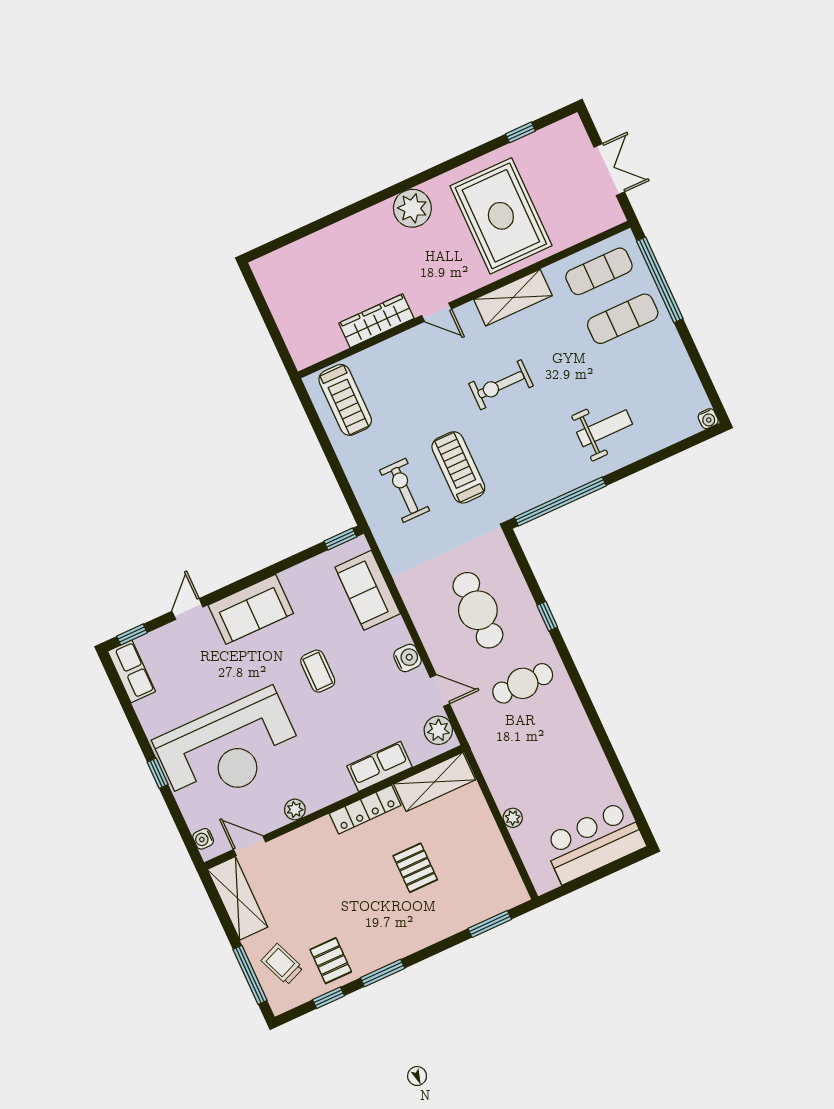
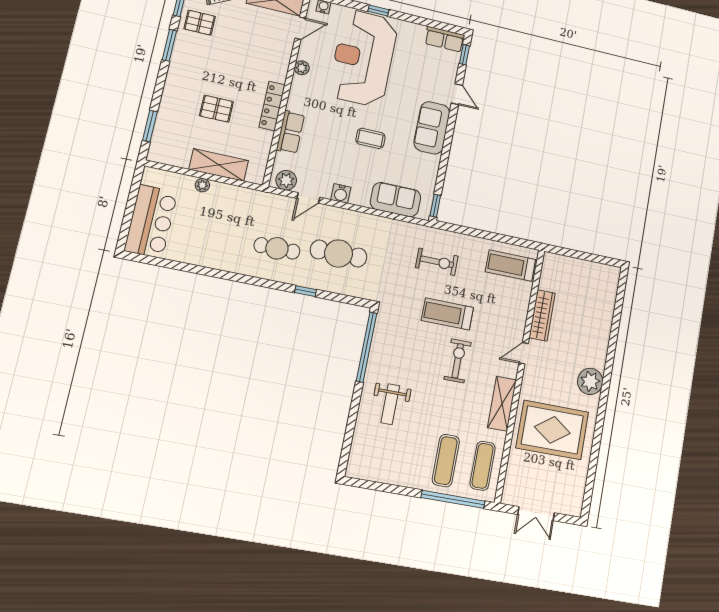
window: (520, 132) -> (591, 475), removed
water cooler: (708, 419) -> (352, 471), removed
treadmill: (458, 467) -> (447, 314), moved, turned 180
cafe table: (523, 683) -> (277, 248), turned 90
shelving: (434, 782) -> (219, 165), moved, turned 90

